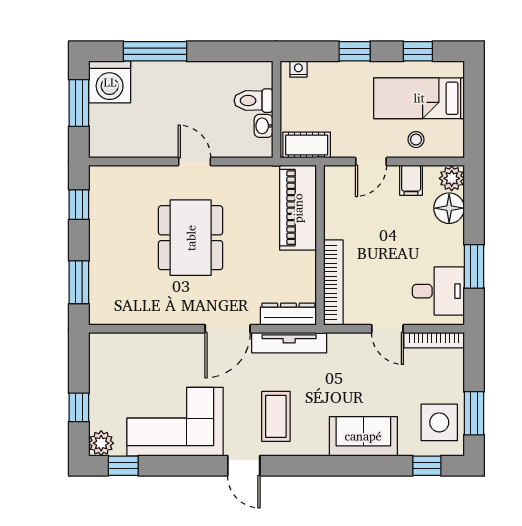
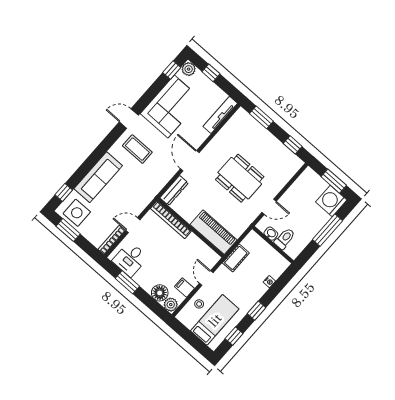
toilet: (253, 101) -> (285, 239), moved
wall: (276, 109) -> (273, 245), moved
washbasin: (263, 126) -> (271, 234), moved
tv unit: (289, 343) -> (220, 115), moved
sofa: (363, 436) -> (98, 177), width x1.36

